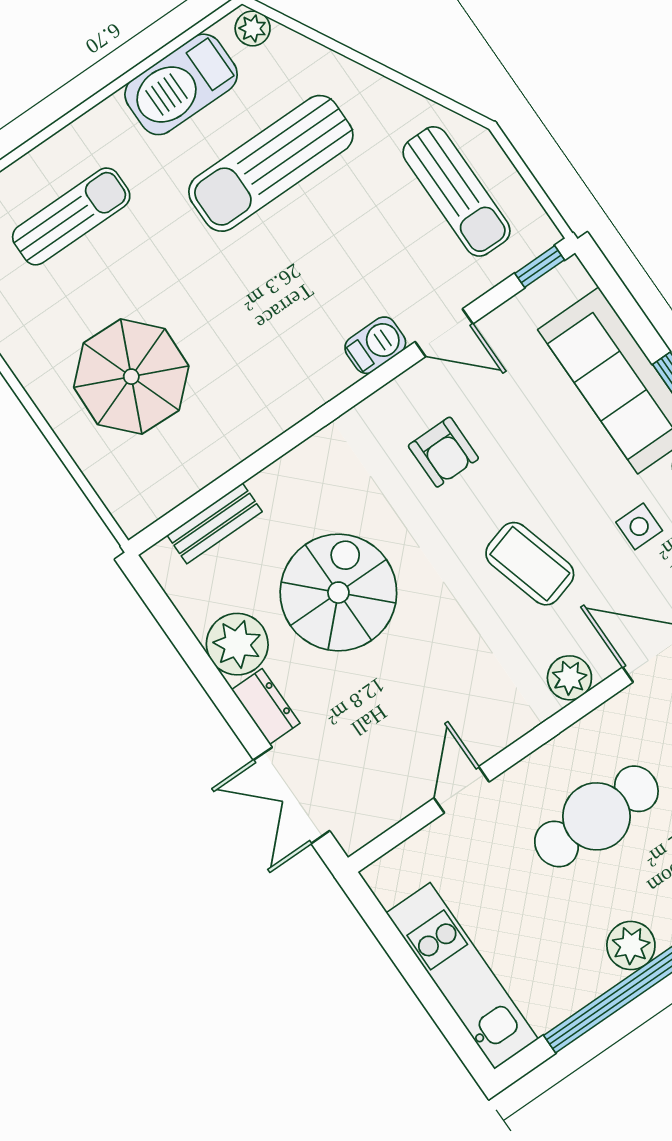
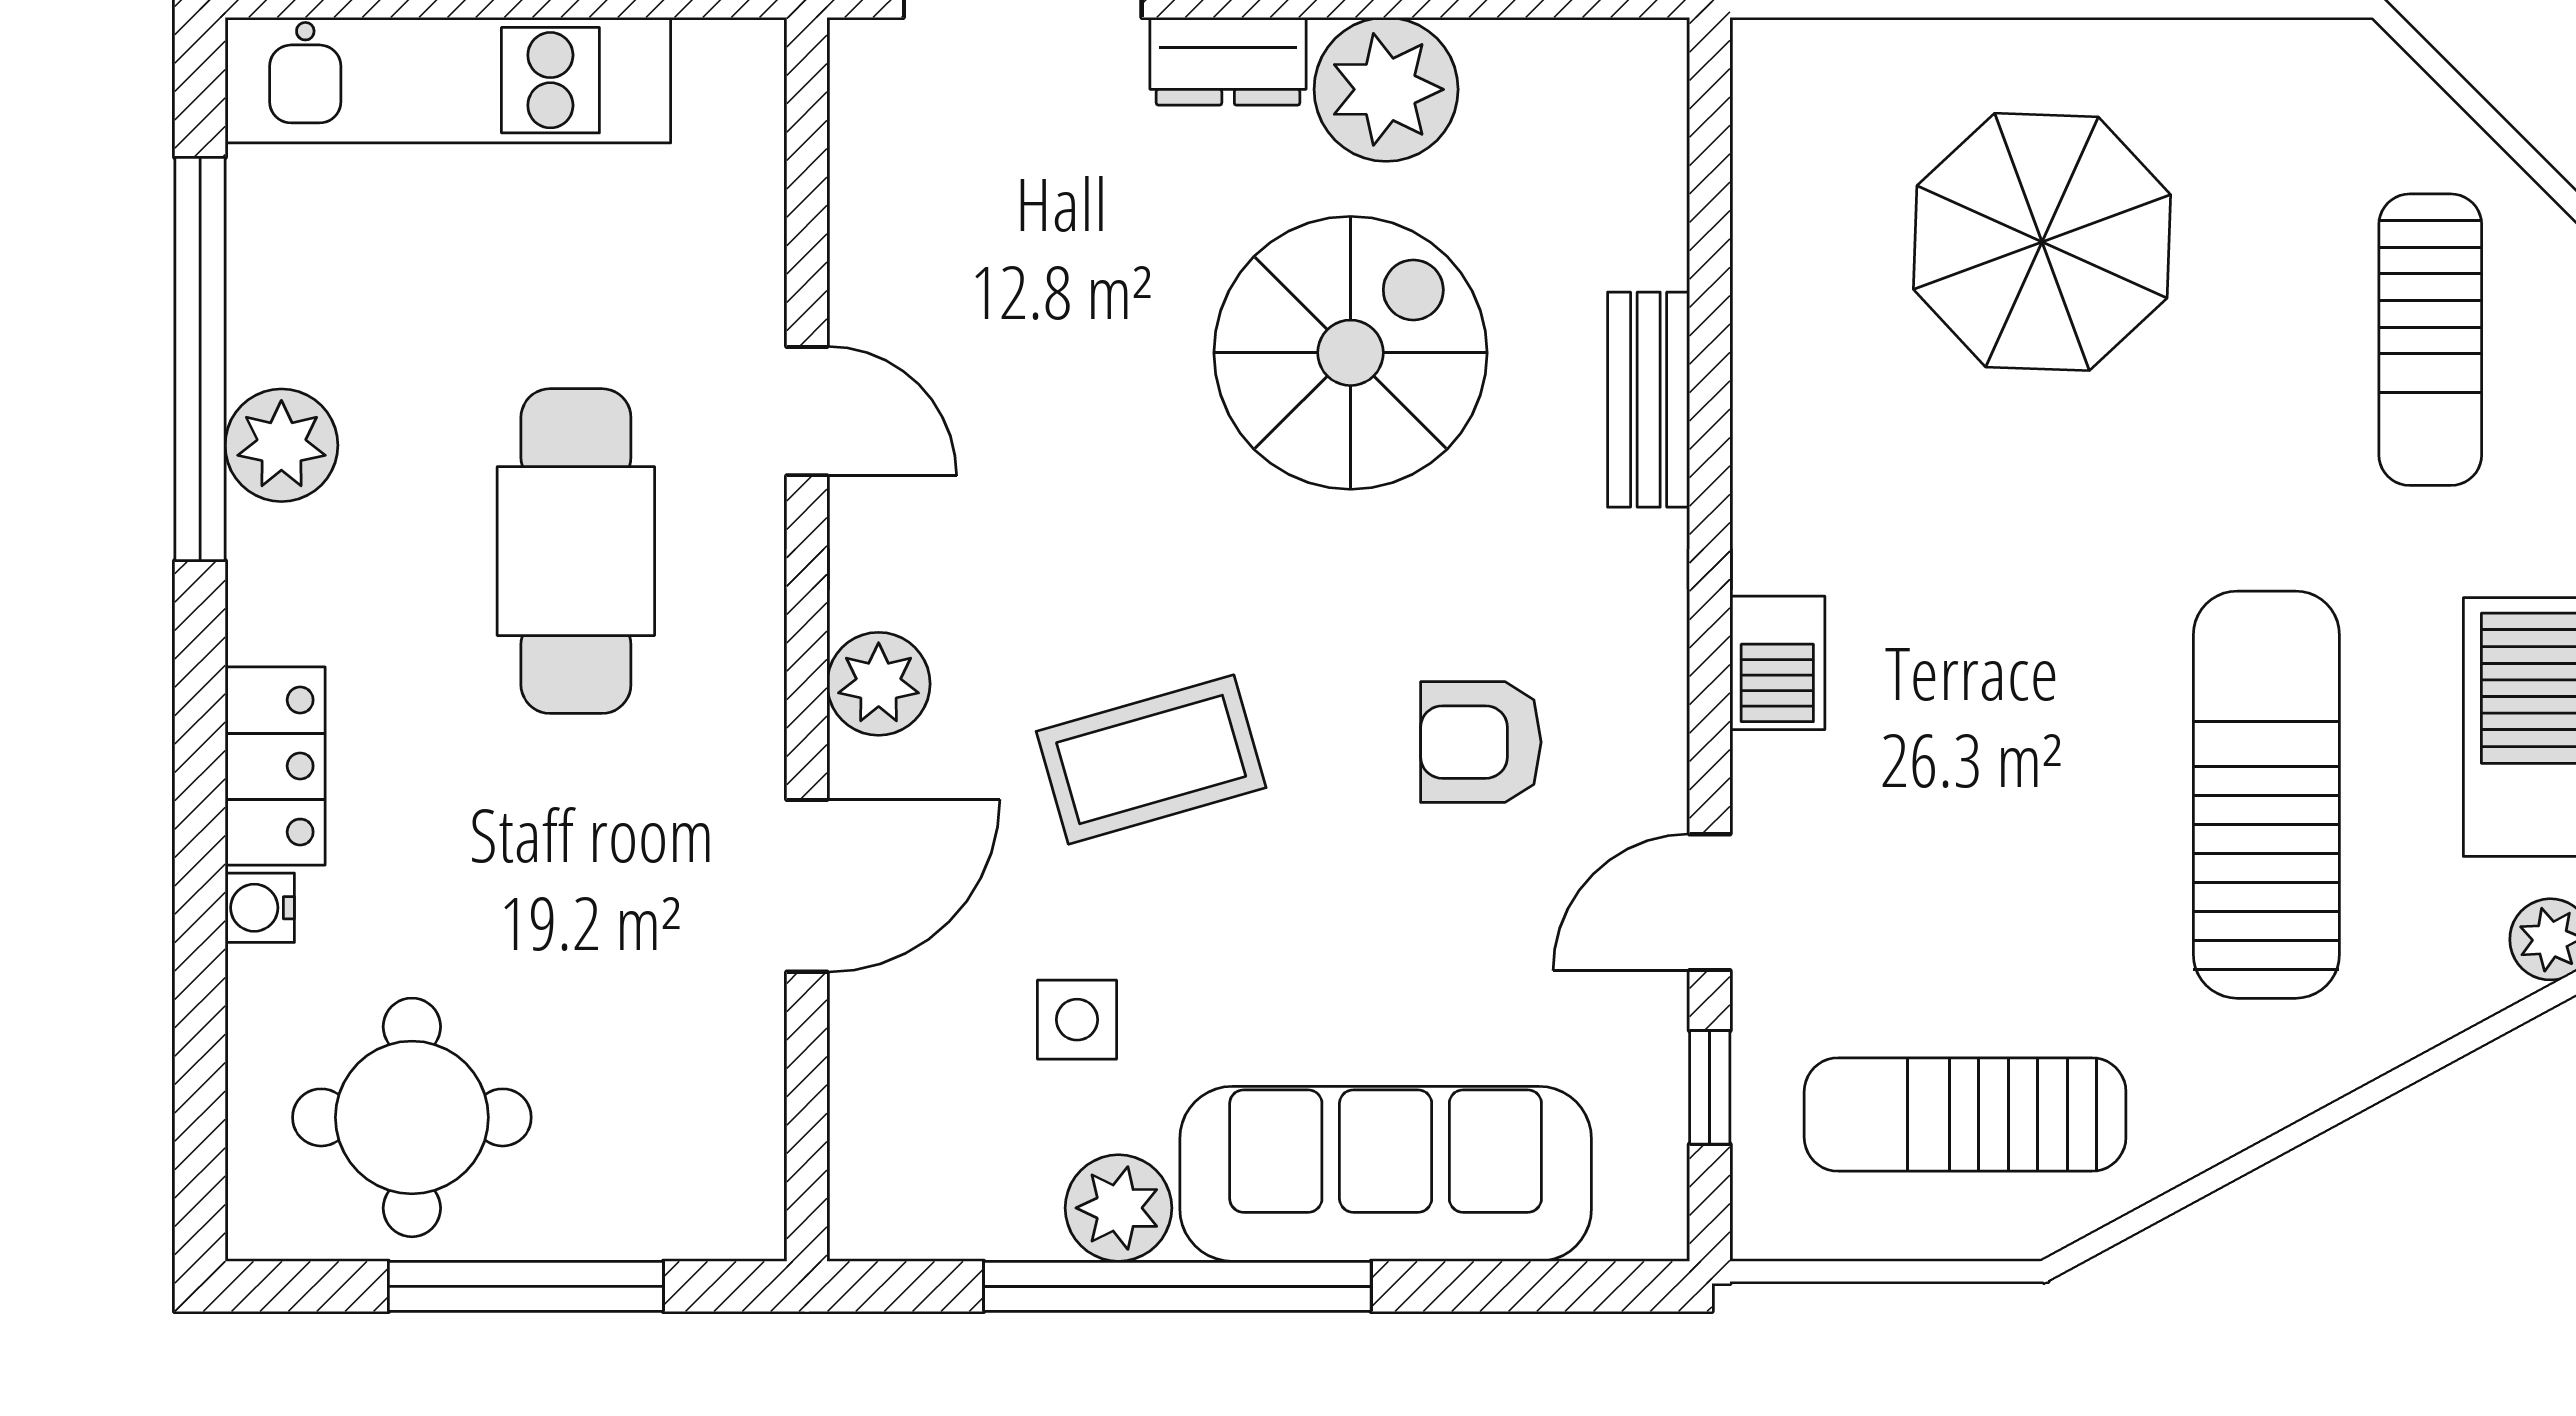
window: (540, 267) -> (1710, 1087), moved
barbecue: (375, 345) -> (1777, 663), moved
bench: (215, 523) -> (1649, 400), moved
spiral stairs: (338, 593) -> (1351, 353), turned -90
door: (461, 790) -> (807, 411), moved

